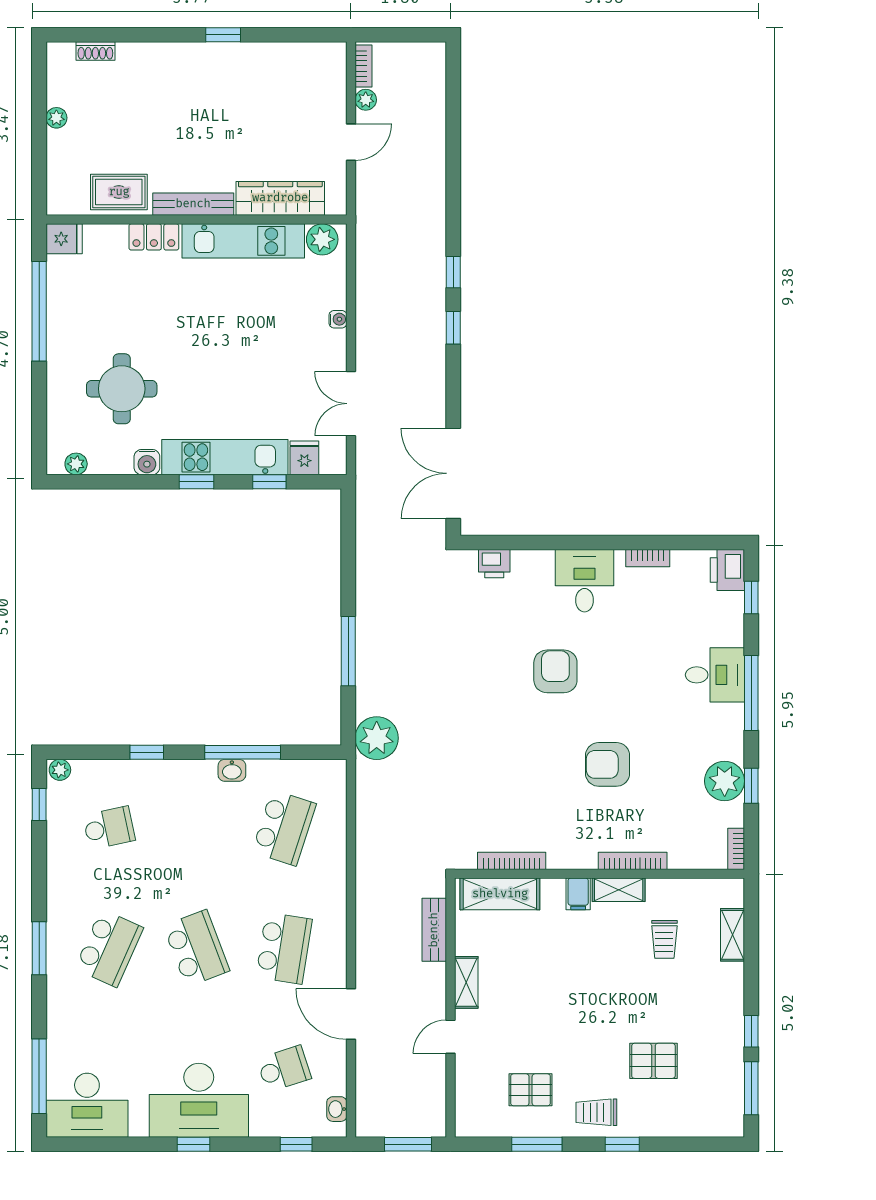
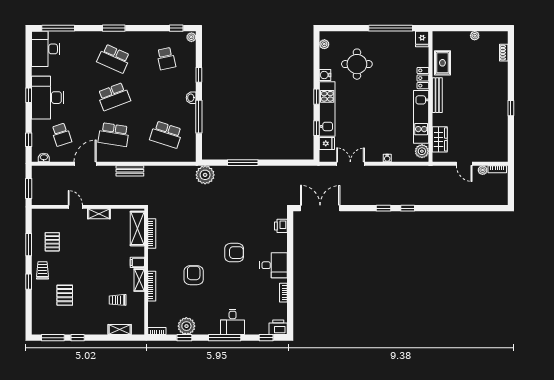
wardrobe: (280, 198) -> (440, 139), width x0.67
washbasin: (232, 770) -> (191, 98), moved
bench: (434, 930) -> (130, 171), moved

